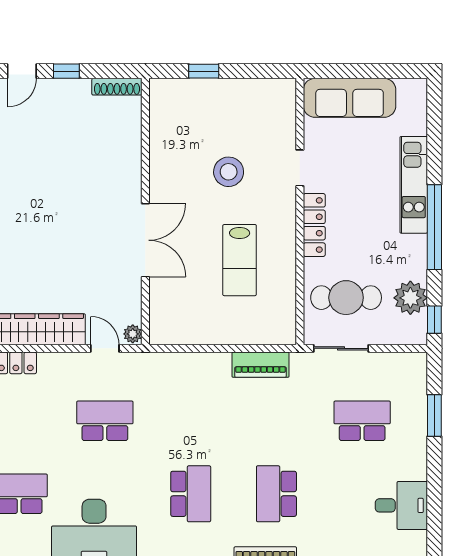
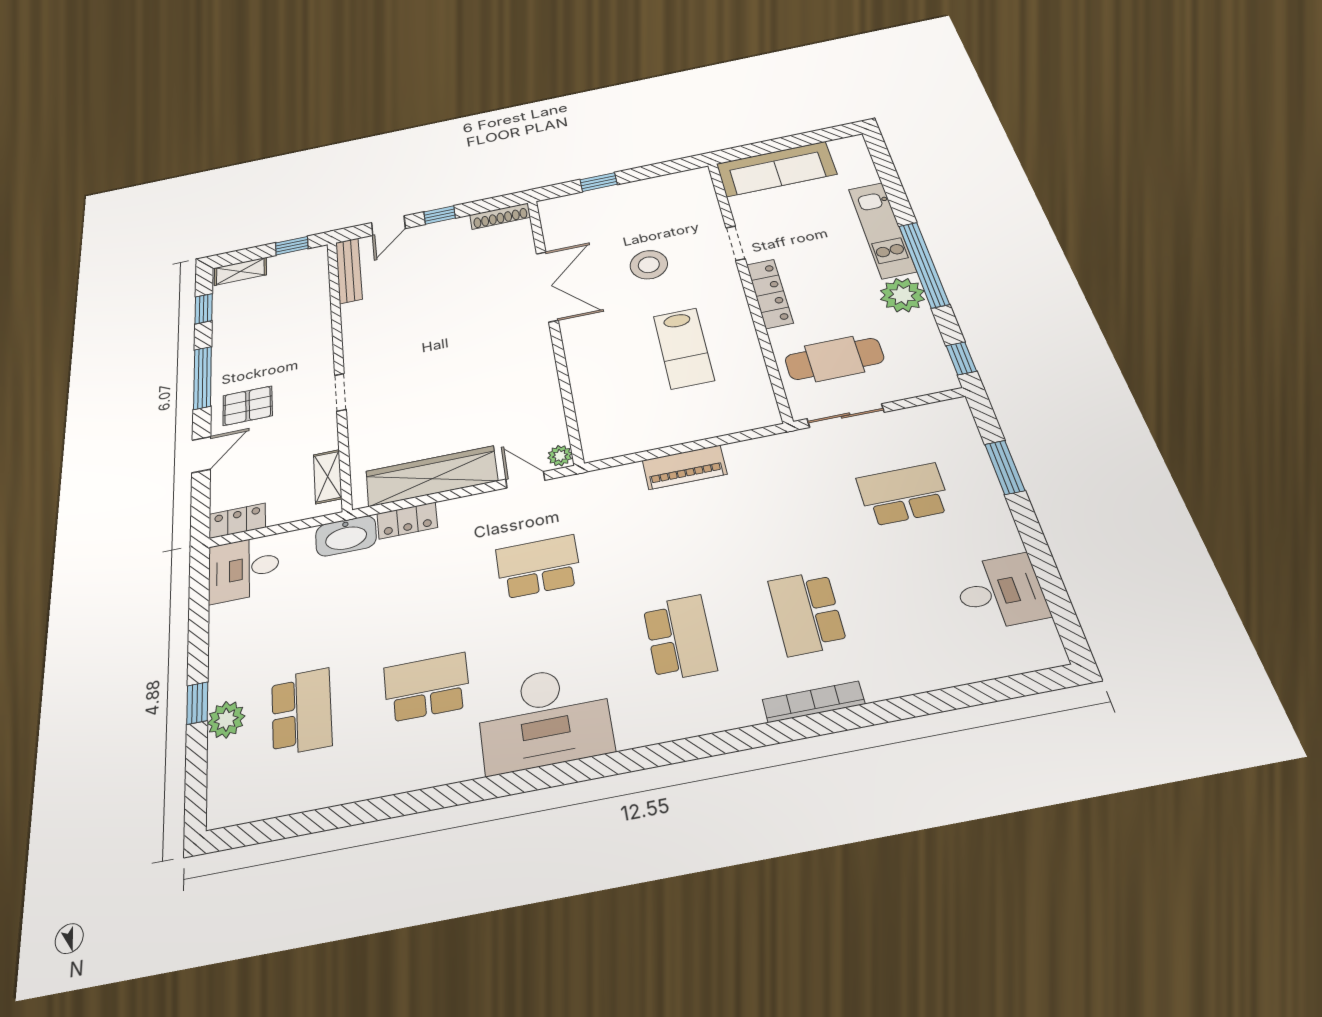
double door: (145, 240) -> (547, 286), moved
plant: (410, 298) -> (902, 295), moved
piano: (261, 365) -> (685, 467), moved

